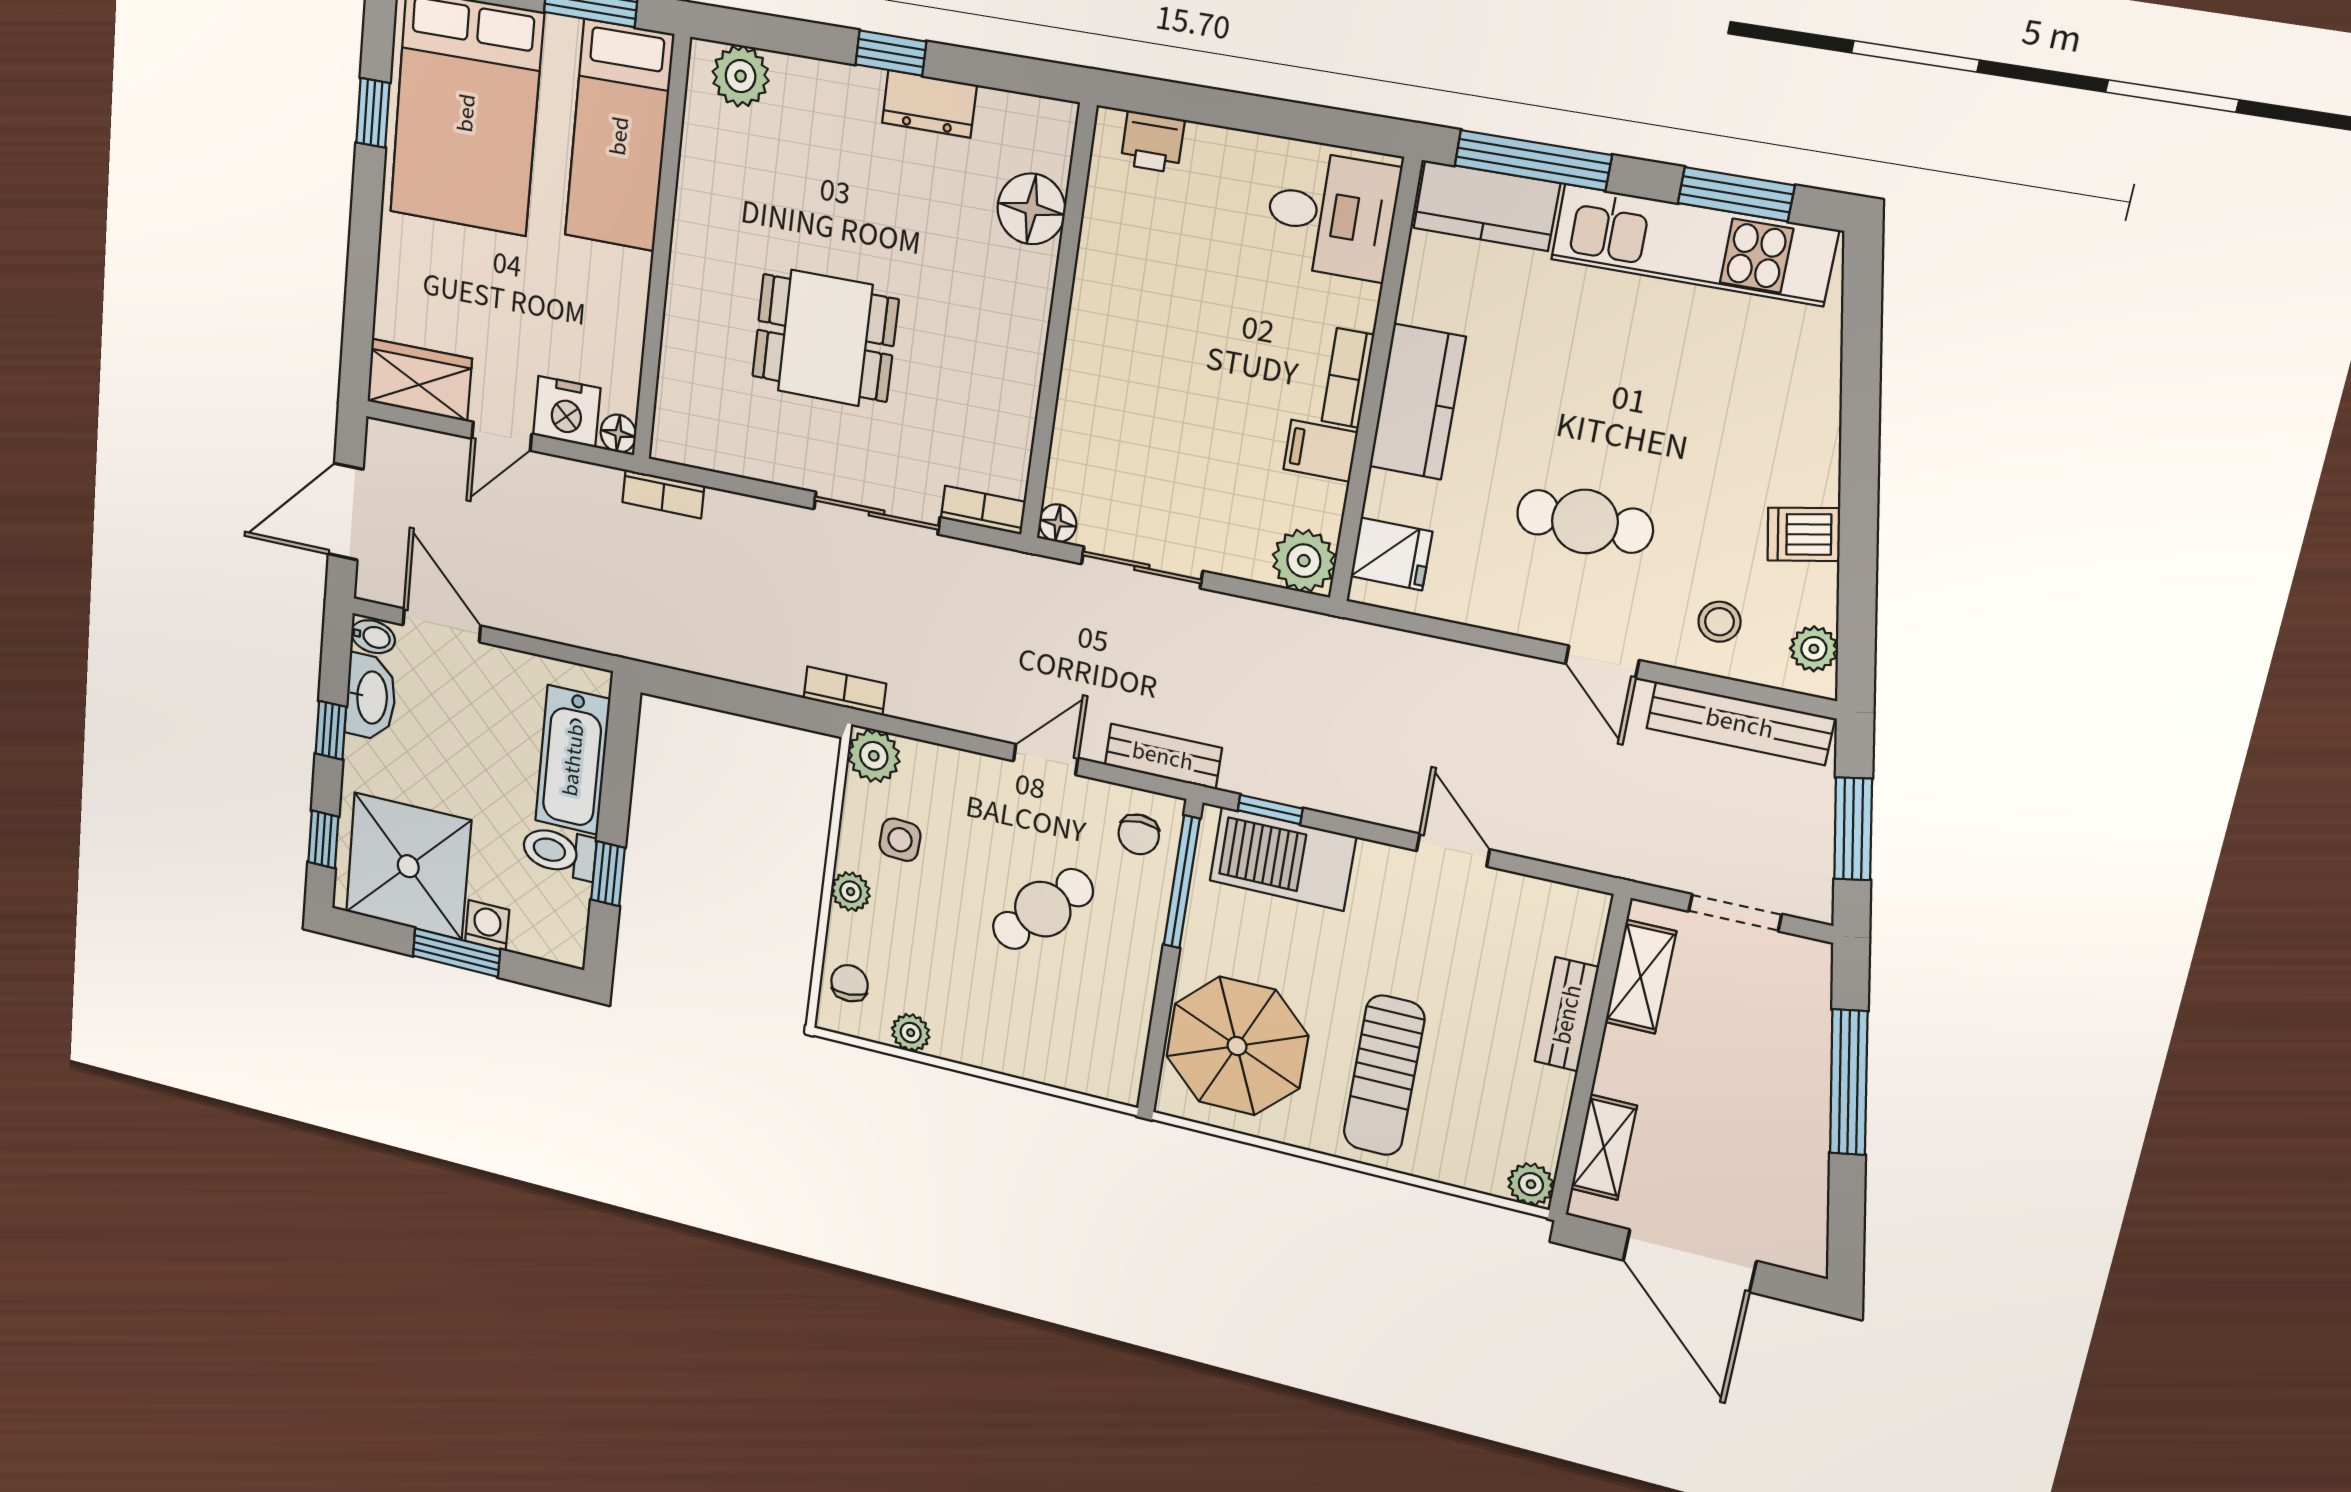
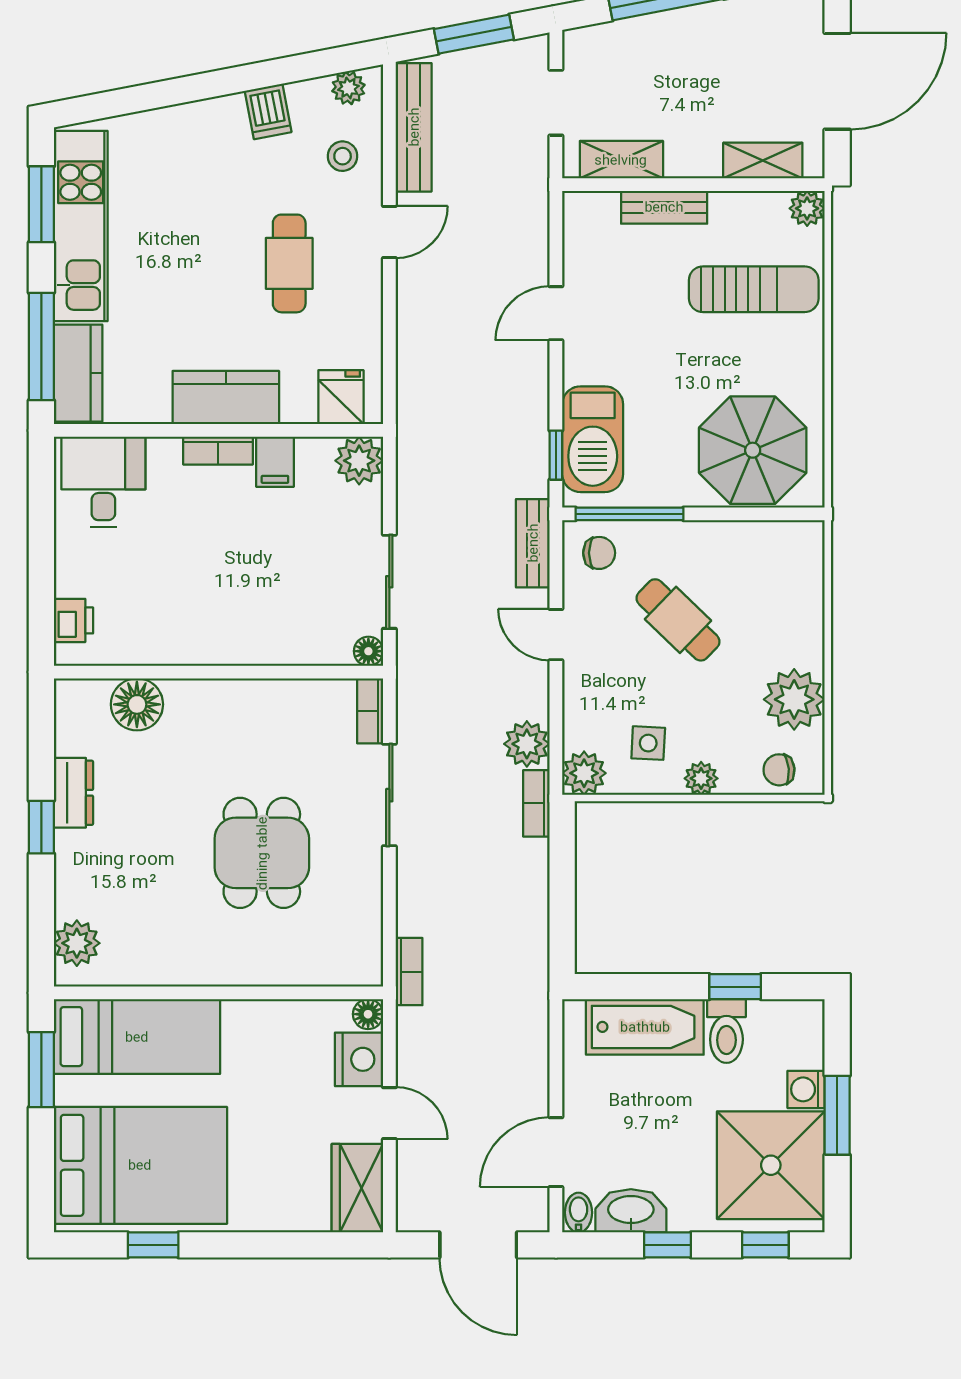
plant: (917, 695) -> (527, 744), added
plant: (911, 1033) -> (794, 699), width x1.87, depth x1.87
sun lounger: (1384, 1076) -> (754, 289), moved

